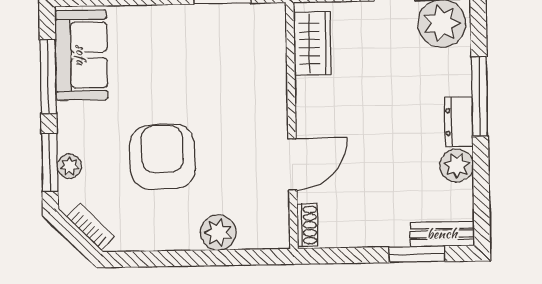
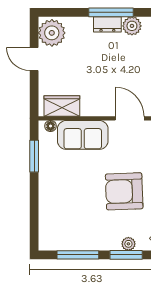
floor lamp: (276, 24) -> (51, 126), added
sofa: (81, 55) -> (83, 135), moved, turned 180
window: (480, 96) -> (111, 12), moved

